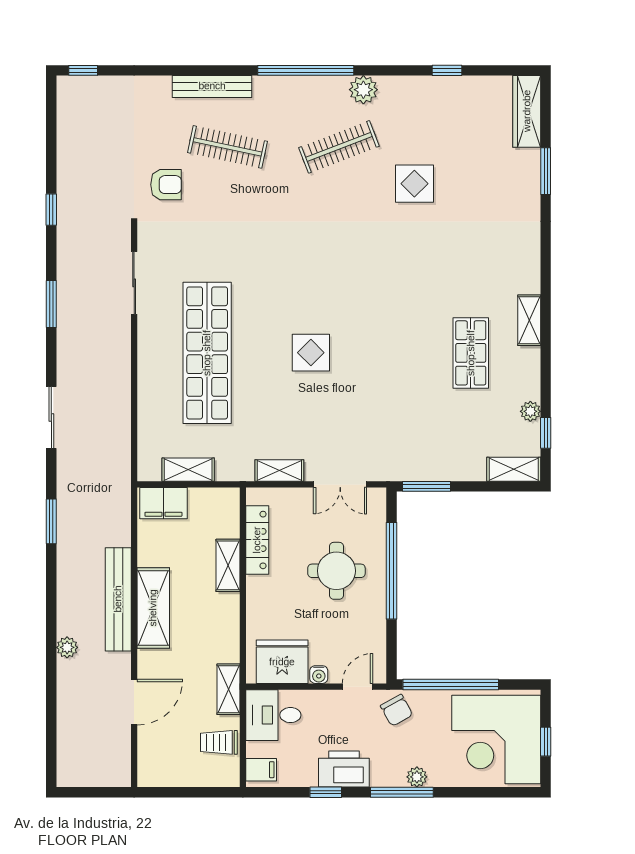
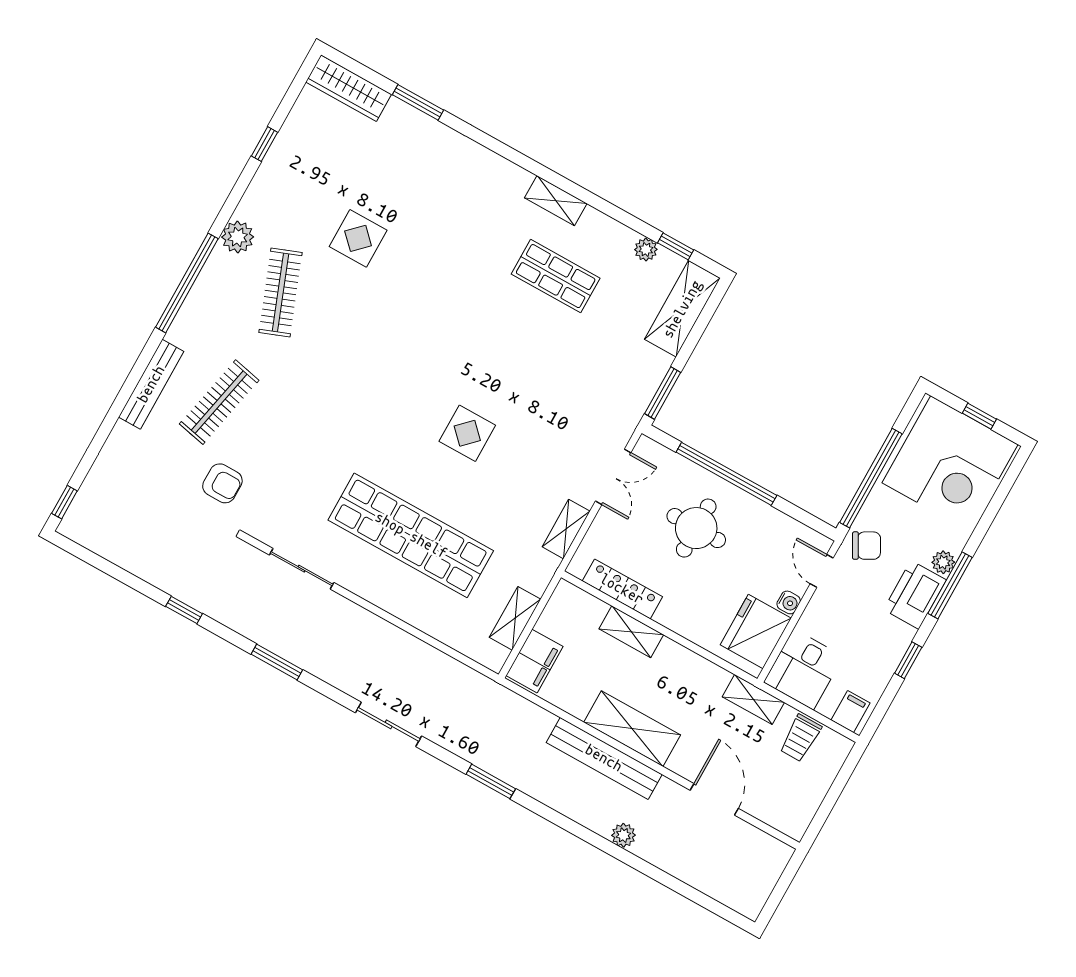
armchair: (166, 185) -> (222, 483), turned 90
shelving: (514, 469) -> (682, 309), width x1.50, depth x1.33
printer: (344, 769) -> (915, 595), moved

